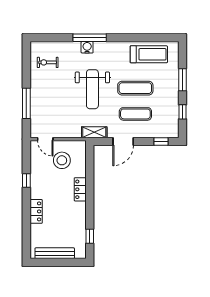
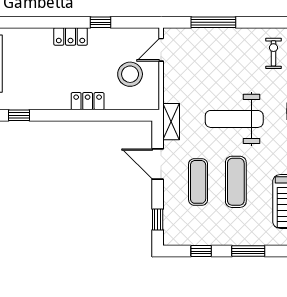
locker: (36, 211) -> (71, 36), moved

